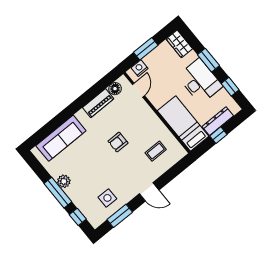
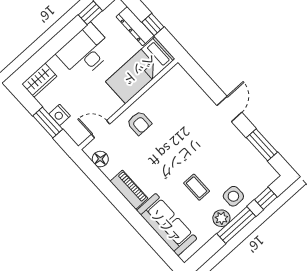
window: (208, 60) -> (58, 42), removed
nightstand: (140, 68) -> (60, 115), moved
piano: (98, 103) -> (129, 190), moved
armchair: (118, 142) -> (139, 123), moved
coffee table: (156, 151) -> (197, 187), moved
side table: (107, 198) -> (233, 196), moved

